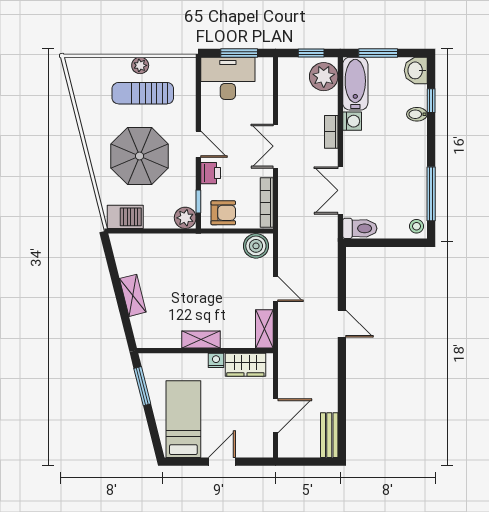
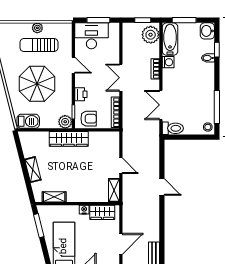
door: (198, 144) -> (73, 65), moved
wardrobe: (191, 246) -> (69, 139), added
boiler: (256, 246) -> (109, 139), removed
shelving: (201, 340) -> (54, 197), moved

